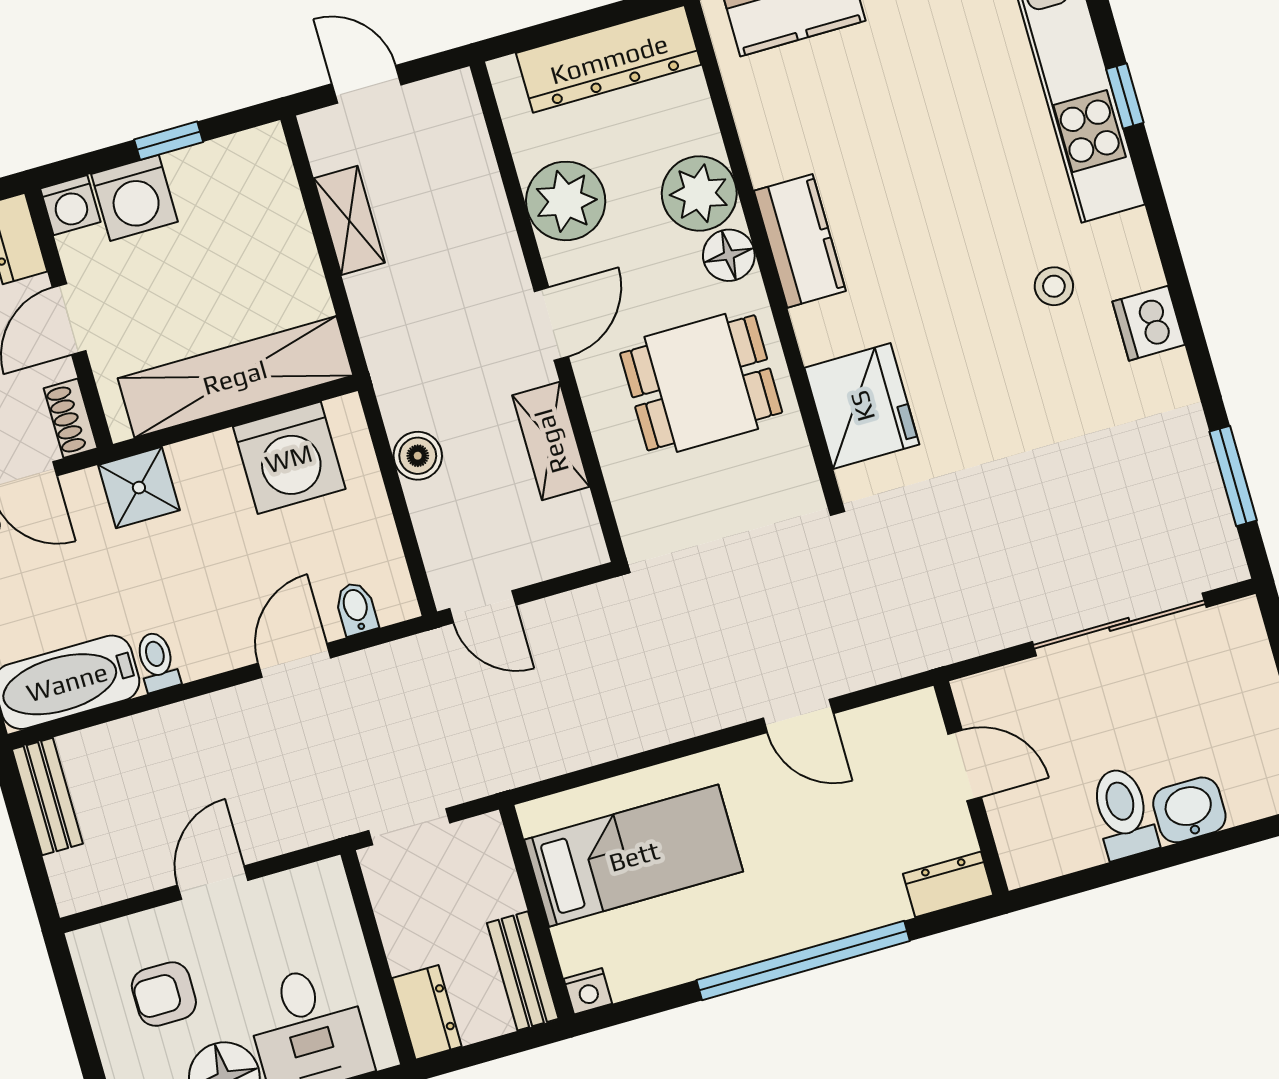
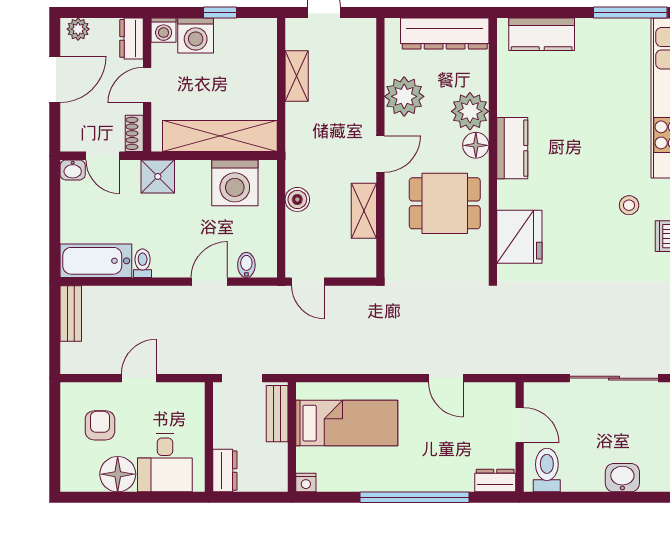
toilet: (1123, 813) -> (547, 470), moved
bench: (523, 971) -> (277, 414), moved
armchair: (164, 994) -> (100, 425), turned 90

